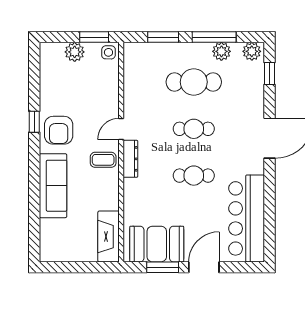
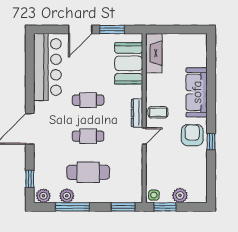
window: (163, 37) -> (123, 207), moved
booth: (157, 244) -> (129, 63), moved, turned 90

